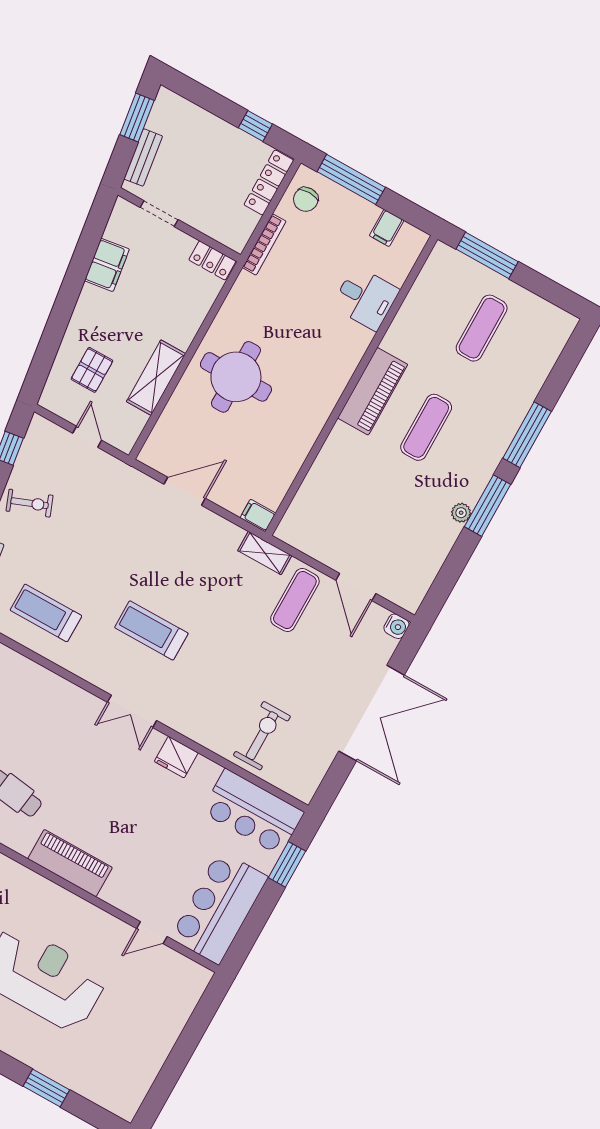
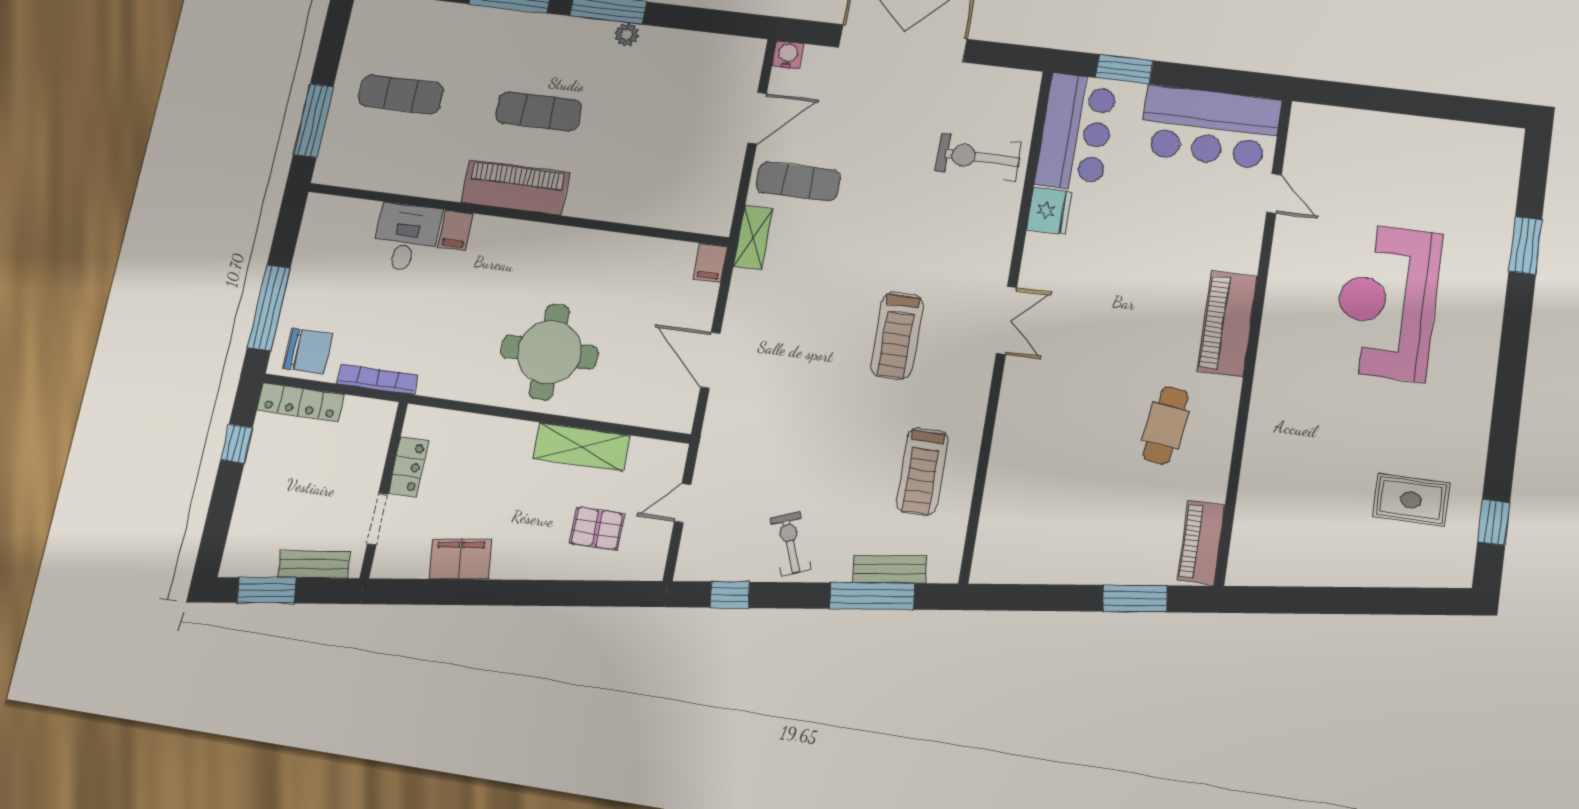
chair: (306, 199) -> (308, 351), width x1.37, depth x1.37
filing cabinet: (387, 228) -> (456, 230), moved, turned 90
locker: (212, 260) -> (408, 467), moved
fridge: (176, 757) -> (1049, 211), moved

